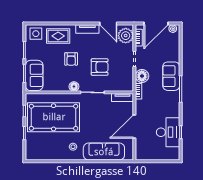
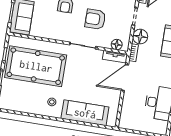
armchair: (100, 67) -> (95, 19), turned 180
floor lamp: (74, 87) -> (117, 45), moved
door: (134, 126) -> (125, 78), moved

